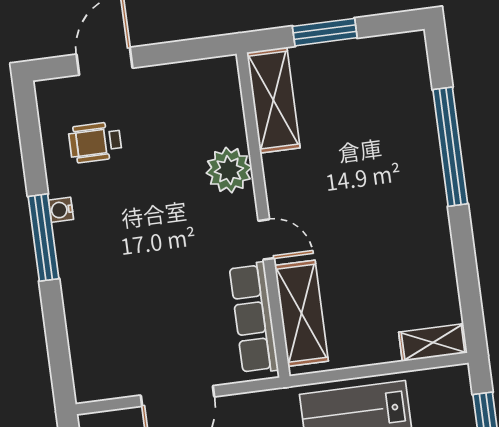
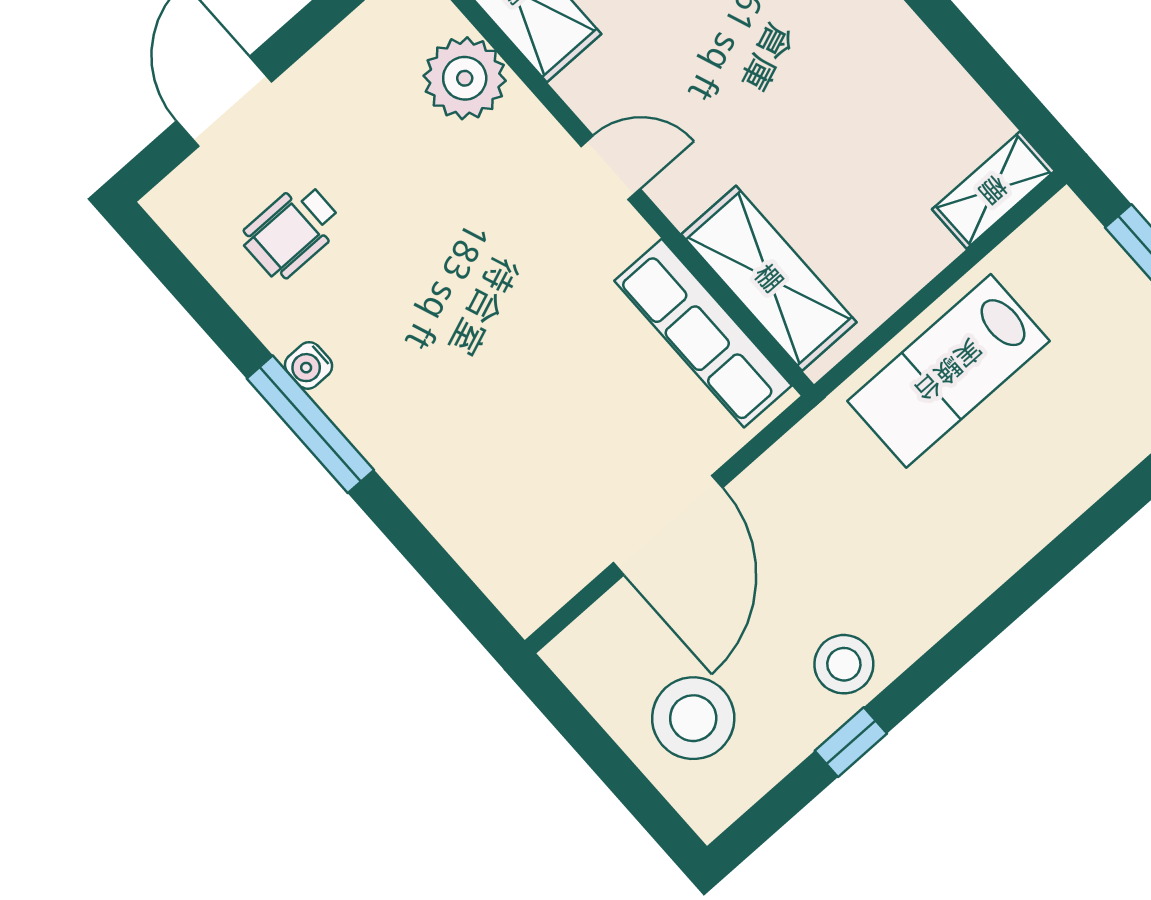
plant: (229, 170) -> (465, 78), moved
door: (266, 239) -> (611, 168), moved

